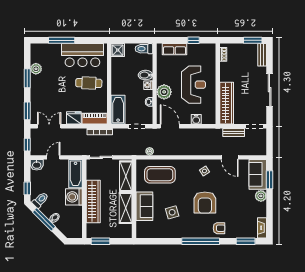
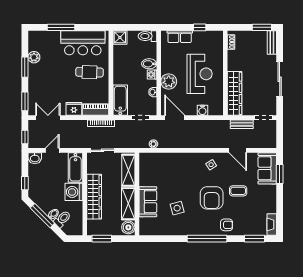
coffee table: (160, 175) -> (238, 191), moved, width x0.54, depth x0.58
plant: (261, 196) -> (270, 191), removed
toilet: (40, 200) -> (62, 219), moved
boiler: (126, 231) -> (128, 227), added

